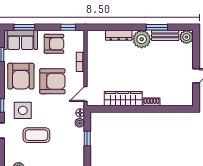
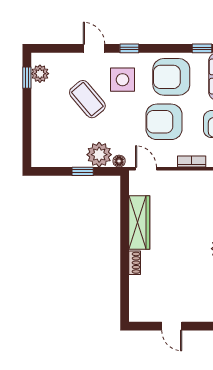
armchair: (52, 81) -> (164, 122), turned 90
plant: (80, 123) -> (99, 155), width x1.88, depth x1.88
coffee table: (36, 135) -> (87, 99), turned -40

